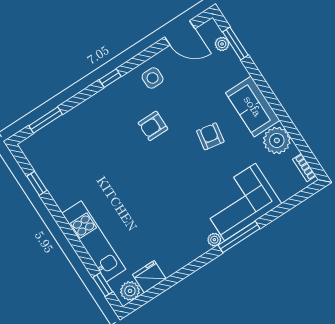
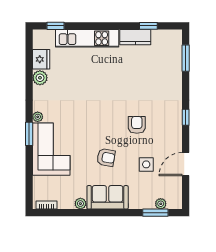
door: (180, 33) -> (186, 164), moved
side table: (153, 78) -> (146, 164), moved
plant: (277, 140) -> (80, 204), width x0.53, depth x0.53
kitchen counter: (58, 190) -> (135, 37), added
window: (239, 237) -> (29, 134), width x0.69
plant: (130, 291) -> (40, 78), moved

